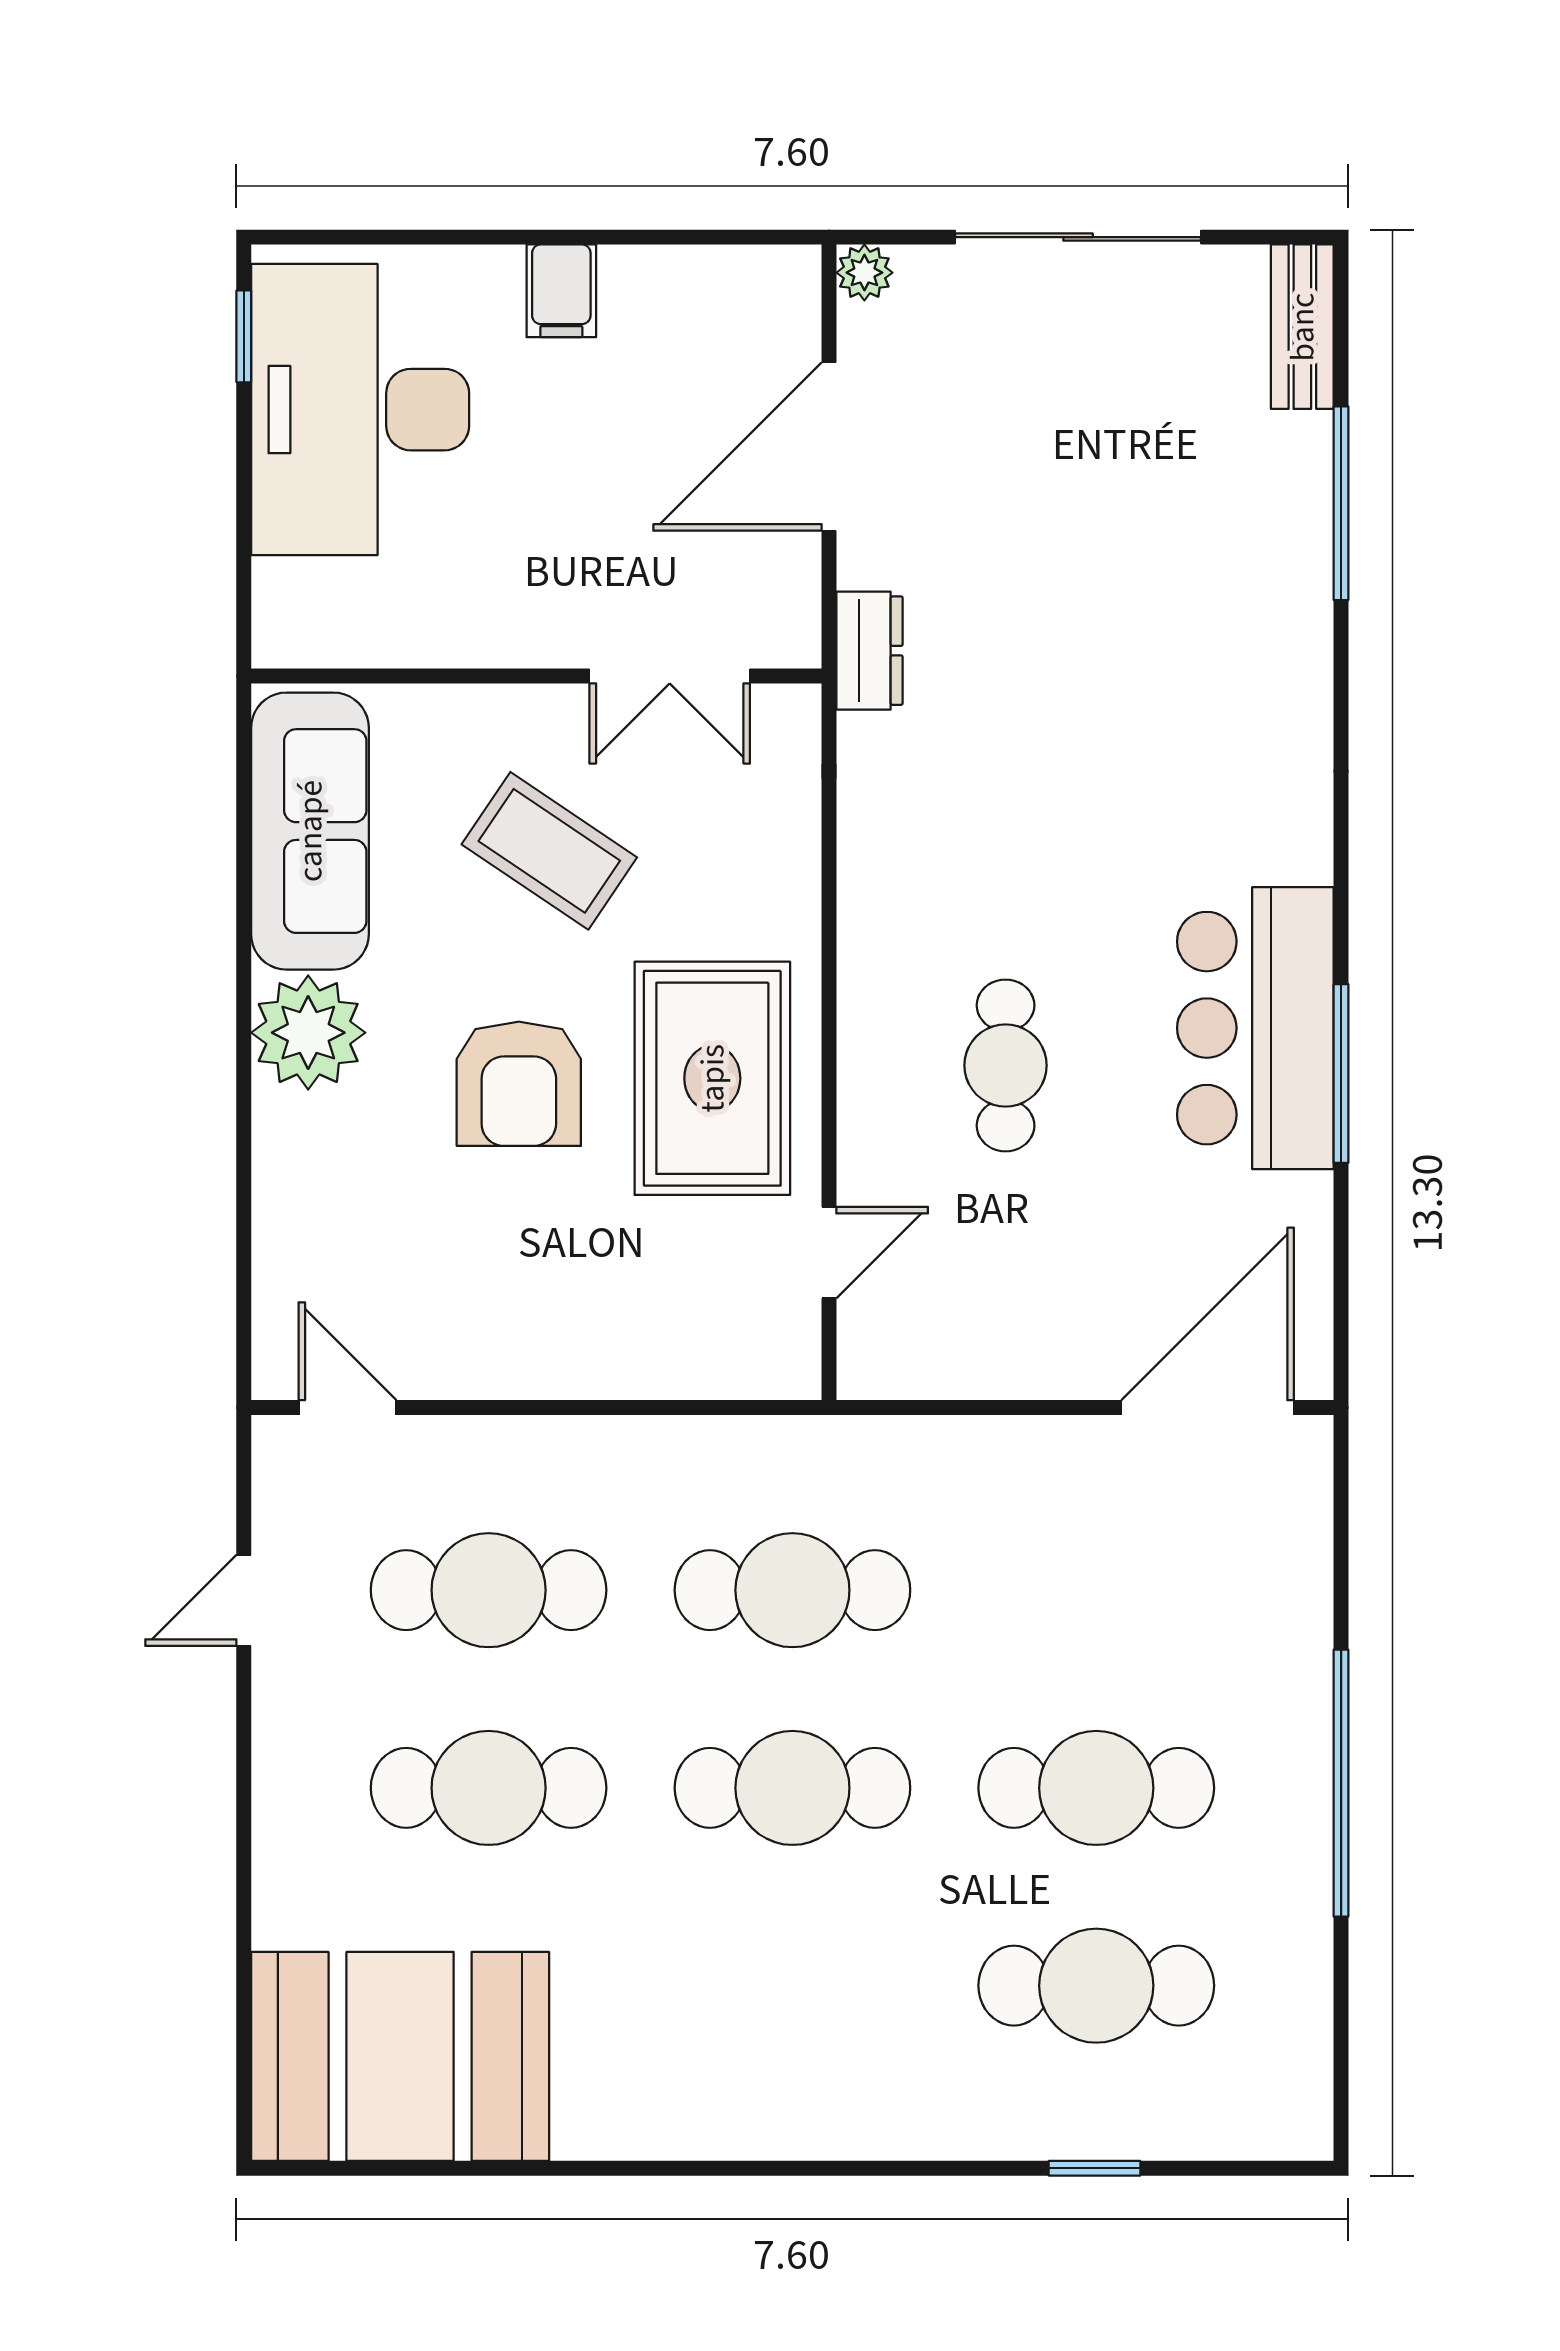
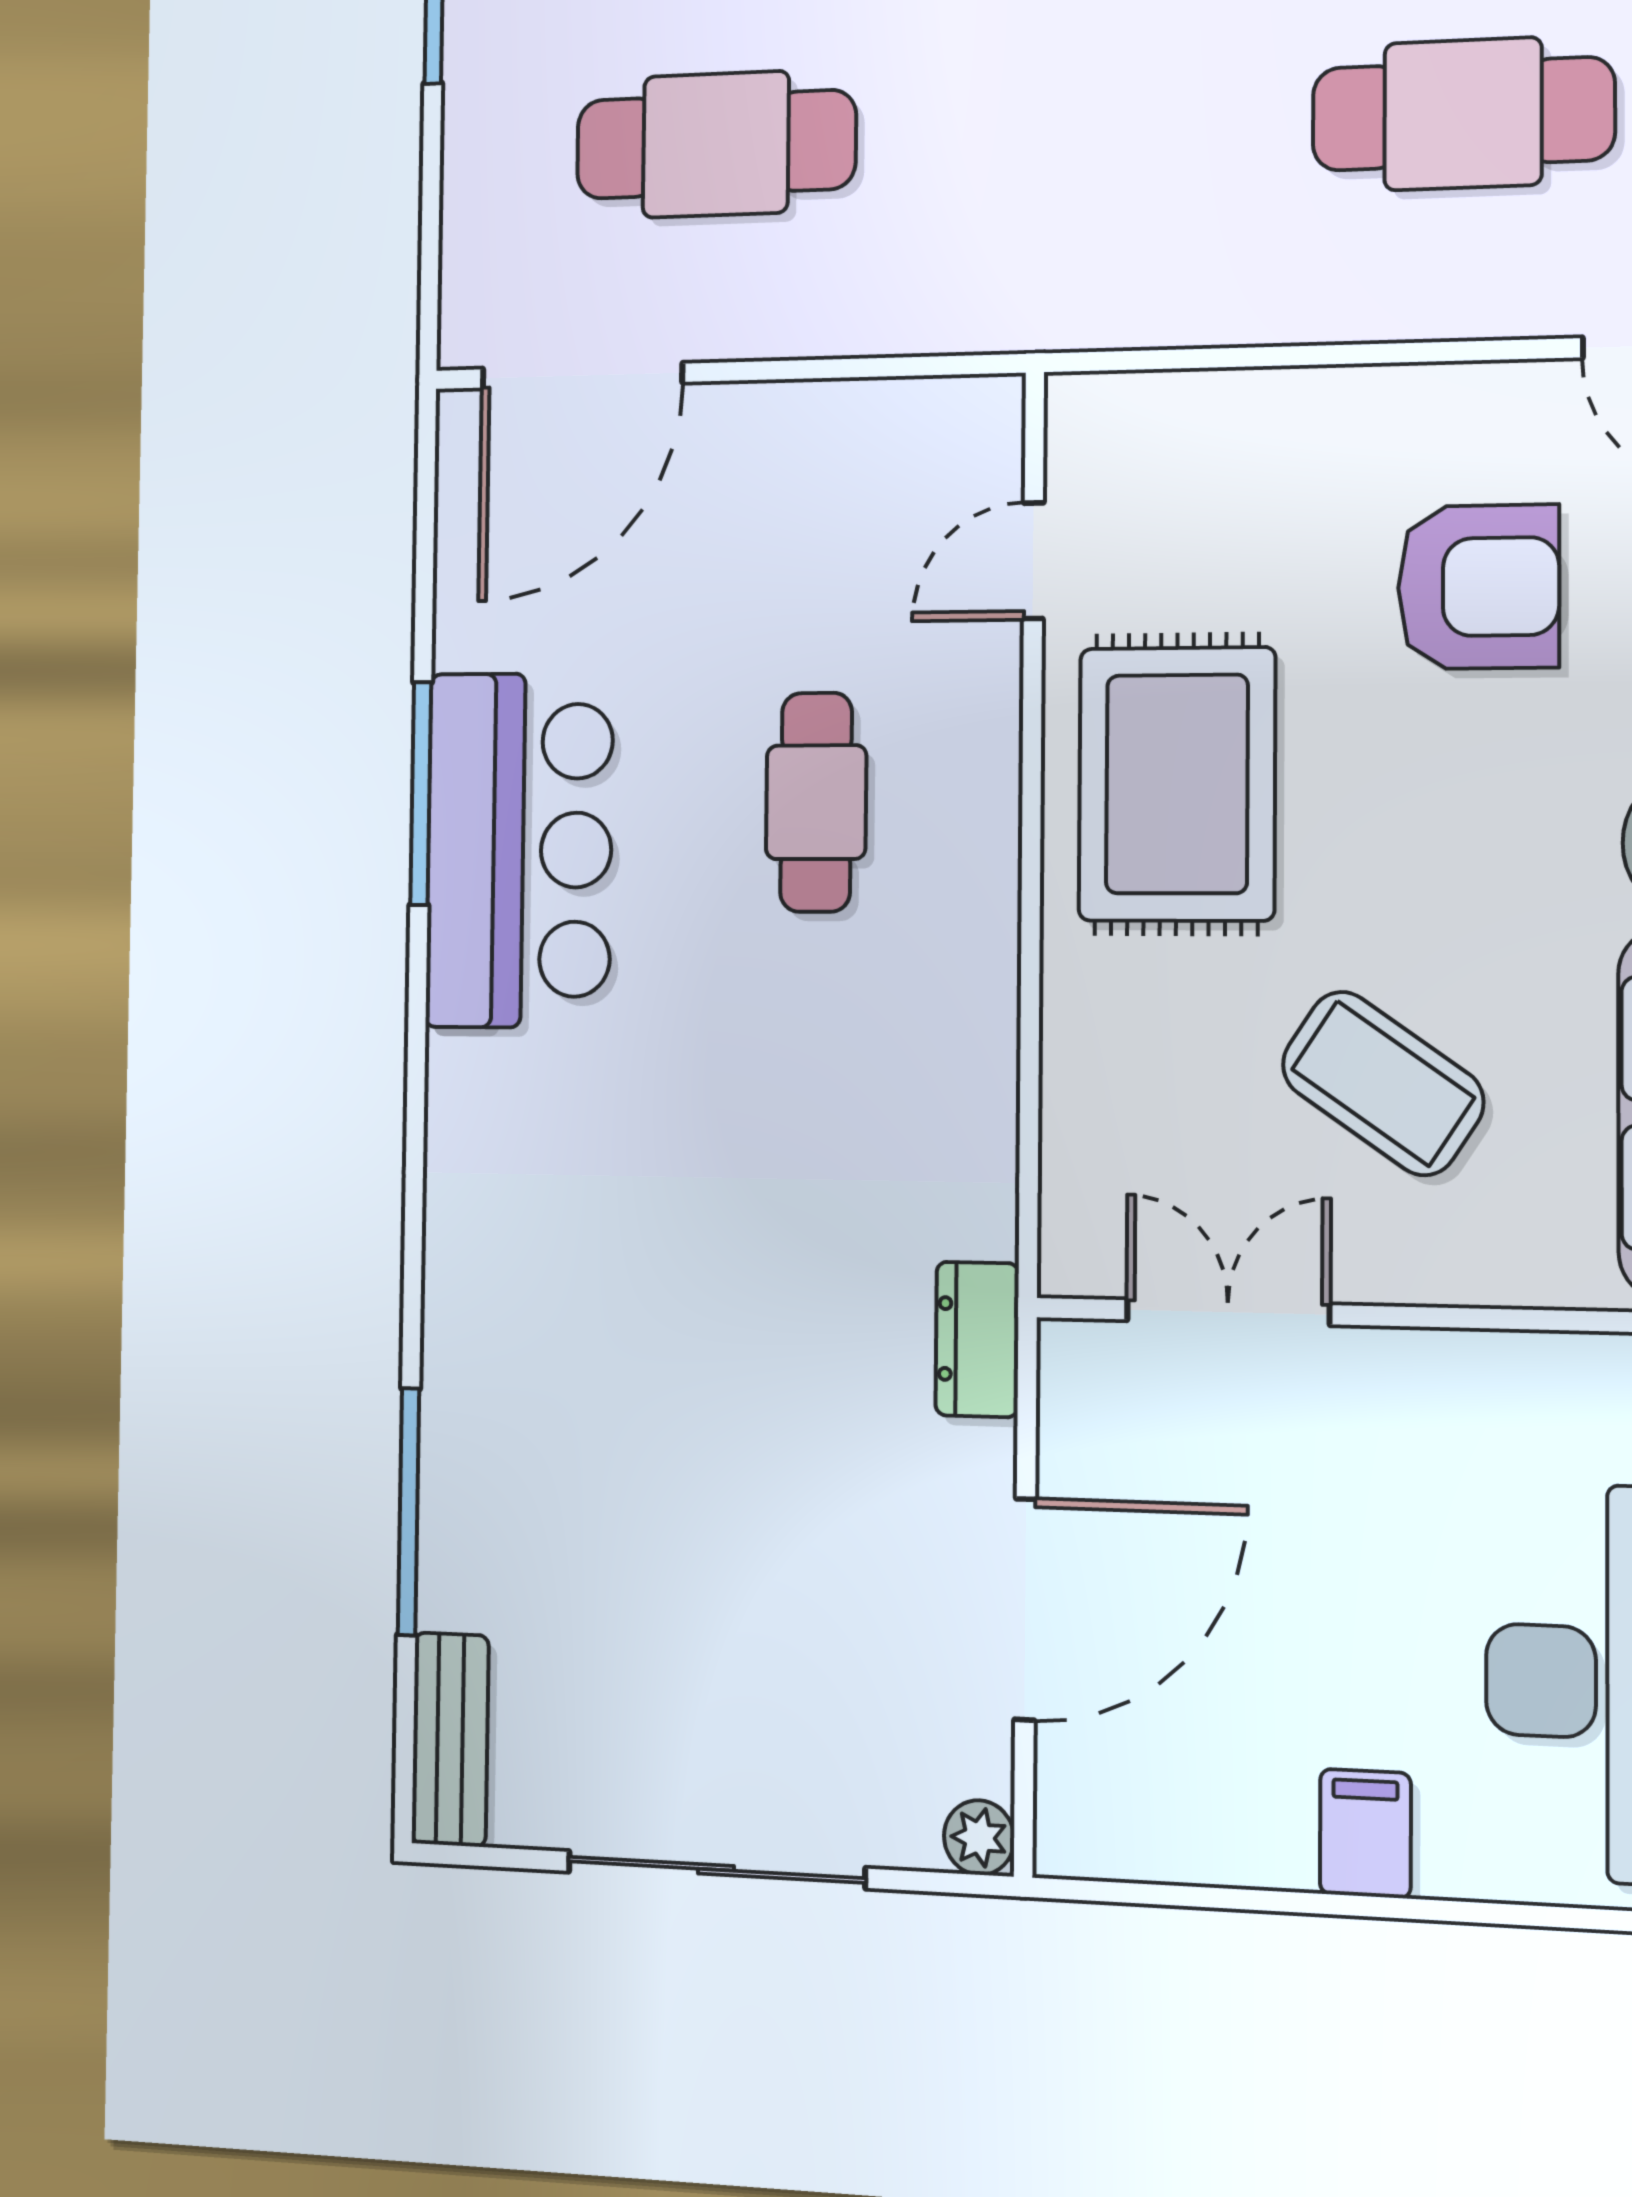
armchair: (519, 1084) -> (1478, 587), moved, turned 90
cafe table: (792, 1590) -> (716, 144), moved

